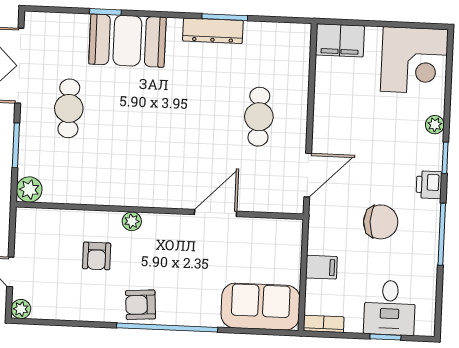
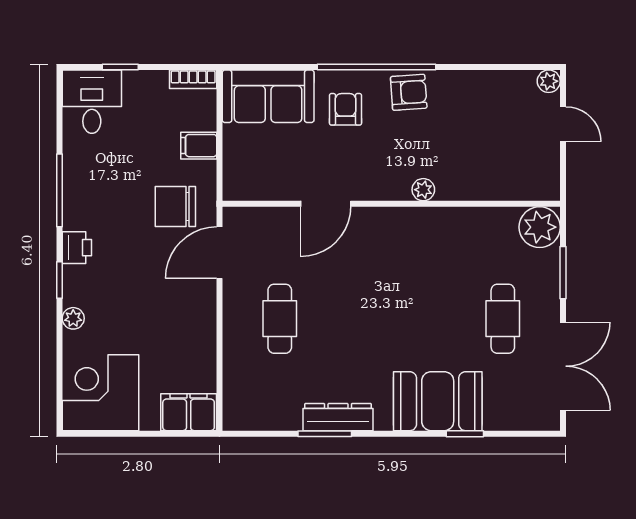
plant: (29, 190) -> (540, 227), width x1.36, depth x1.36
chair: (381, 222) -> (175, 207), moved
armchair: (97, 256) -> (346, 109), moved
desk: (390, 308) -> (92, 102), moved

